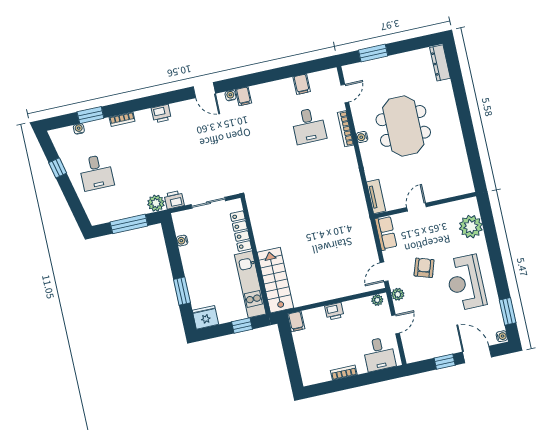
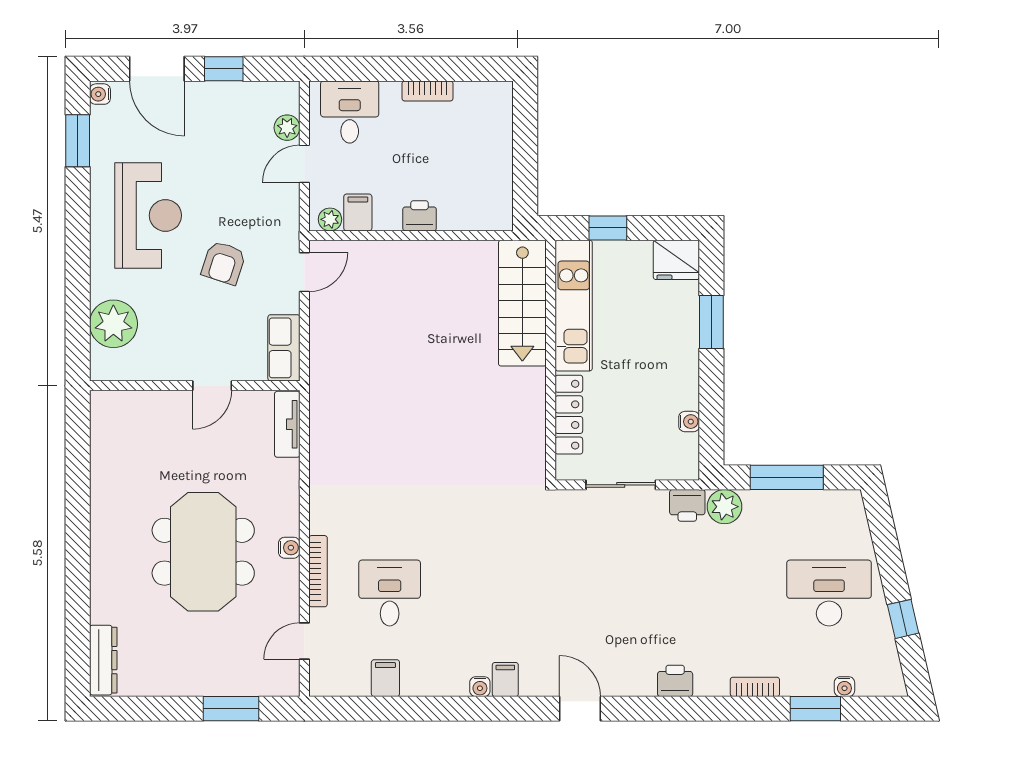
water cooler: (231, 96) -> (480, 687), moved
desk: (96, 172) -> (829, 593), width x1.37
plant: (398, 294) -> (287, 128), moved
filing cabinet: (296, 321) -> (358, 212), moved

